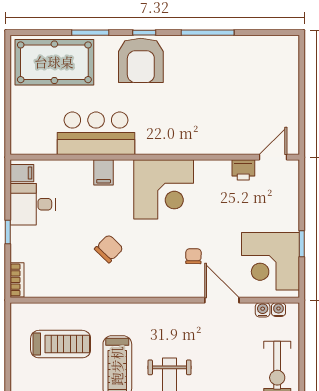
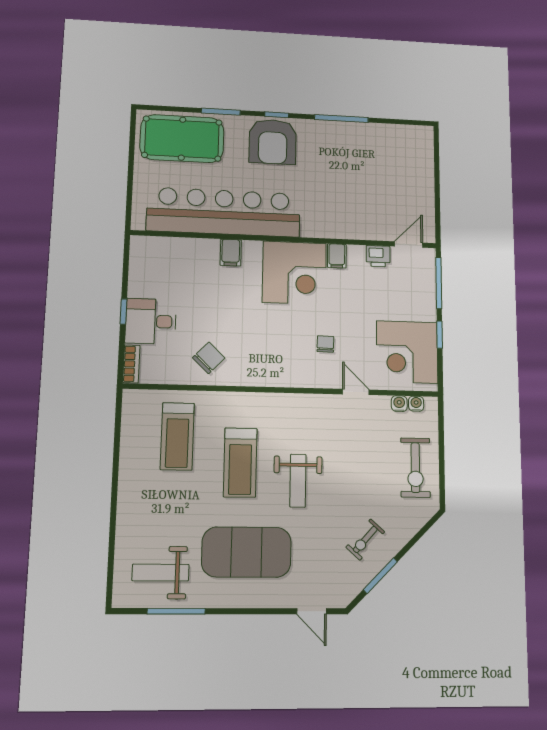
bar counter: (96, 133) -> (224, 212), width x1.86
filing cabinet: (22, 173) -> (337, 256), moved, turned 90
window: (302, 194) -> (439, 283), added
desk: (33, 204) -> (151, 321), moved
chair: (109, 249) -> (209, 358), moved
door: (222, 300) -> (356, 392), width x0.73
treadmill: (61, 344) -> (177, 436), turned 90

